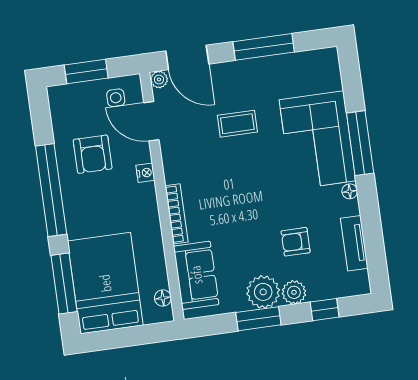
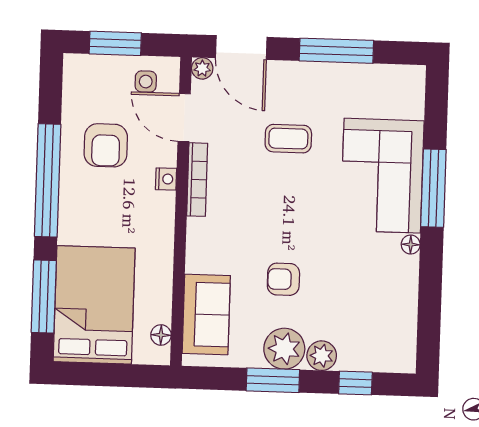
bookcase: (177, 214) -> (197, 180), moved
armchair: (296, 242) -> (283, 279), moved
tv unit: (354, 243) -> (405, 309), removed

